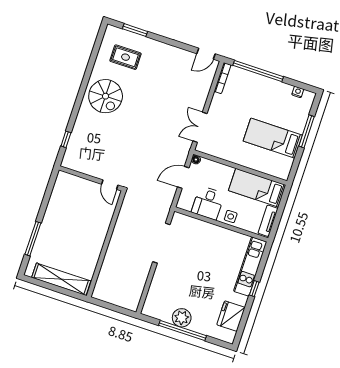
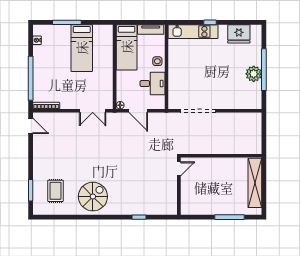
wall: (91, 178) -> (179, 186), moved
door: (110, 185) -> (179, 169), moved

